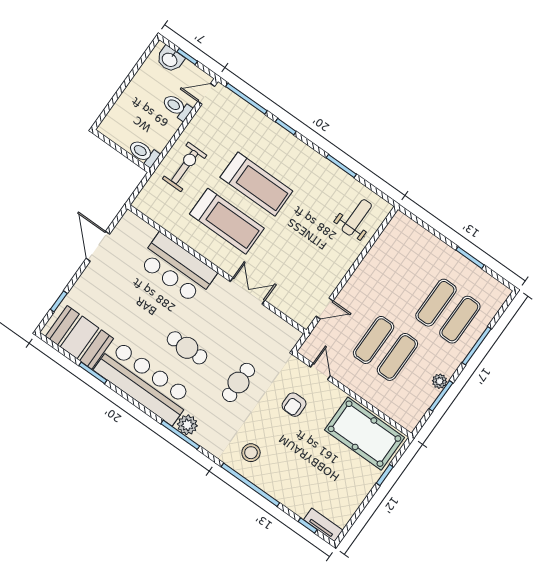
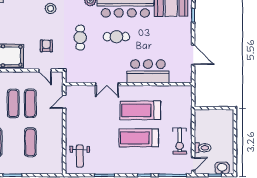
toilet: (144, 153) -> (203, 115), removed
exercise bike: (185, 167) -> (180, 141), moved
exercise mat: (436, 303) -> (30, 142), moved

